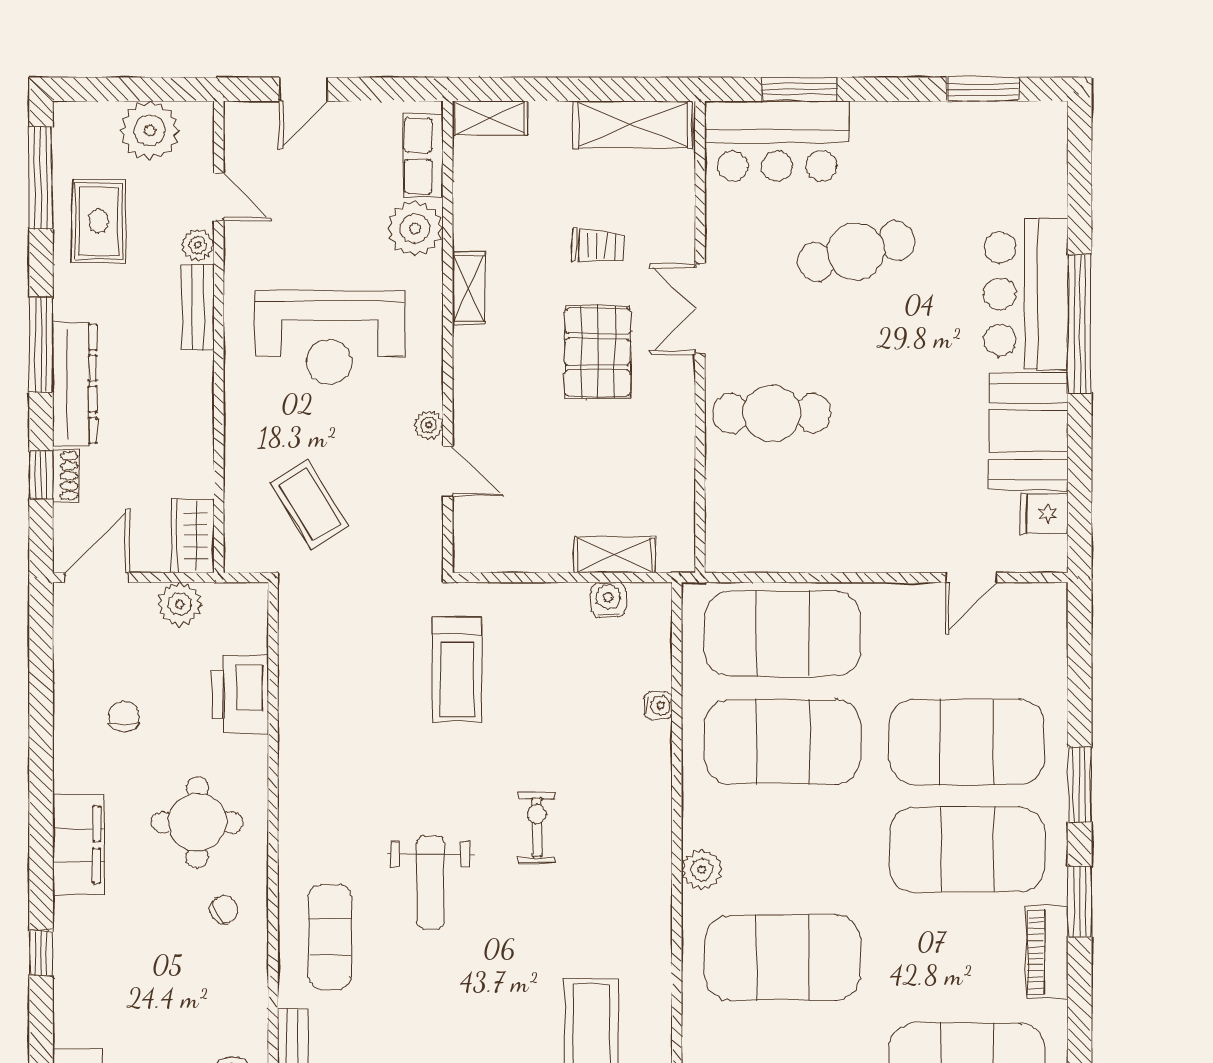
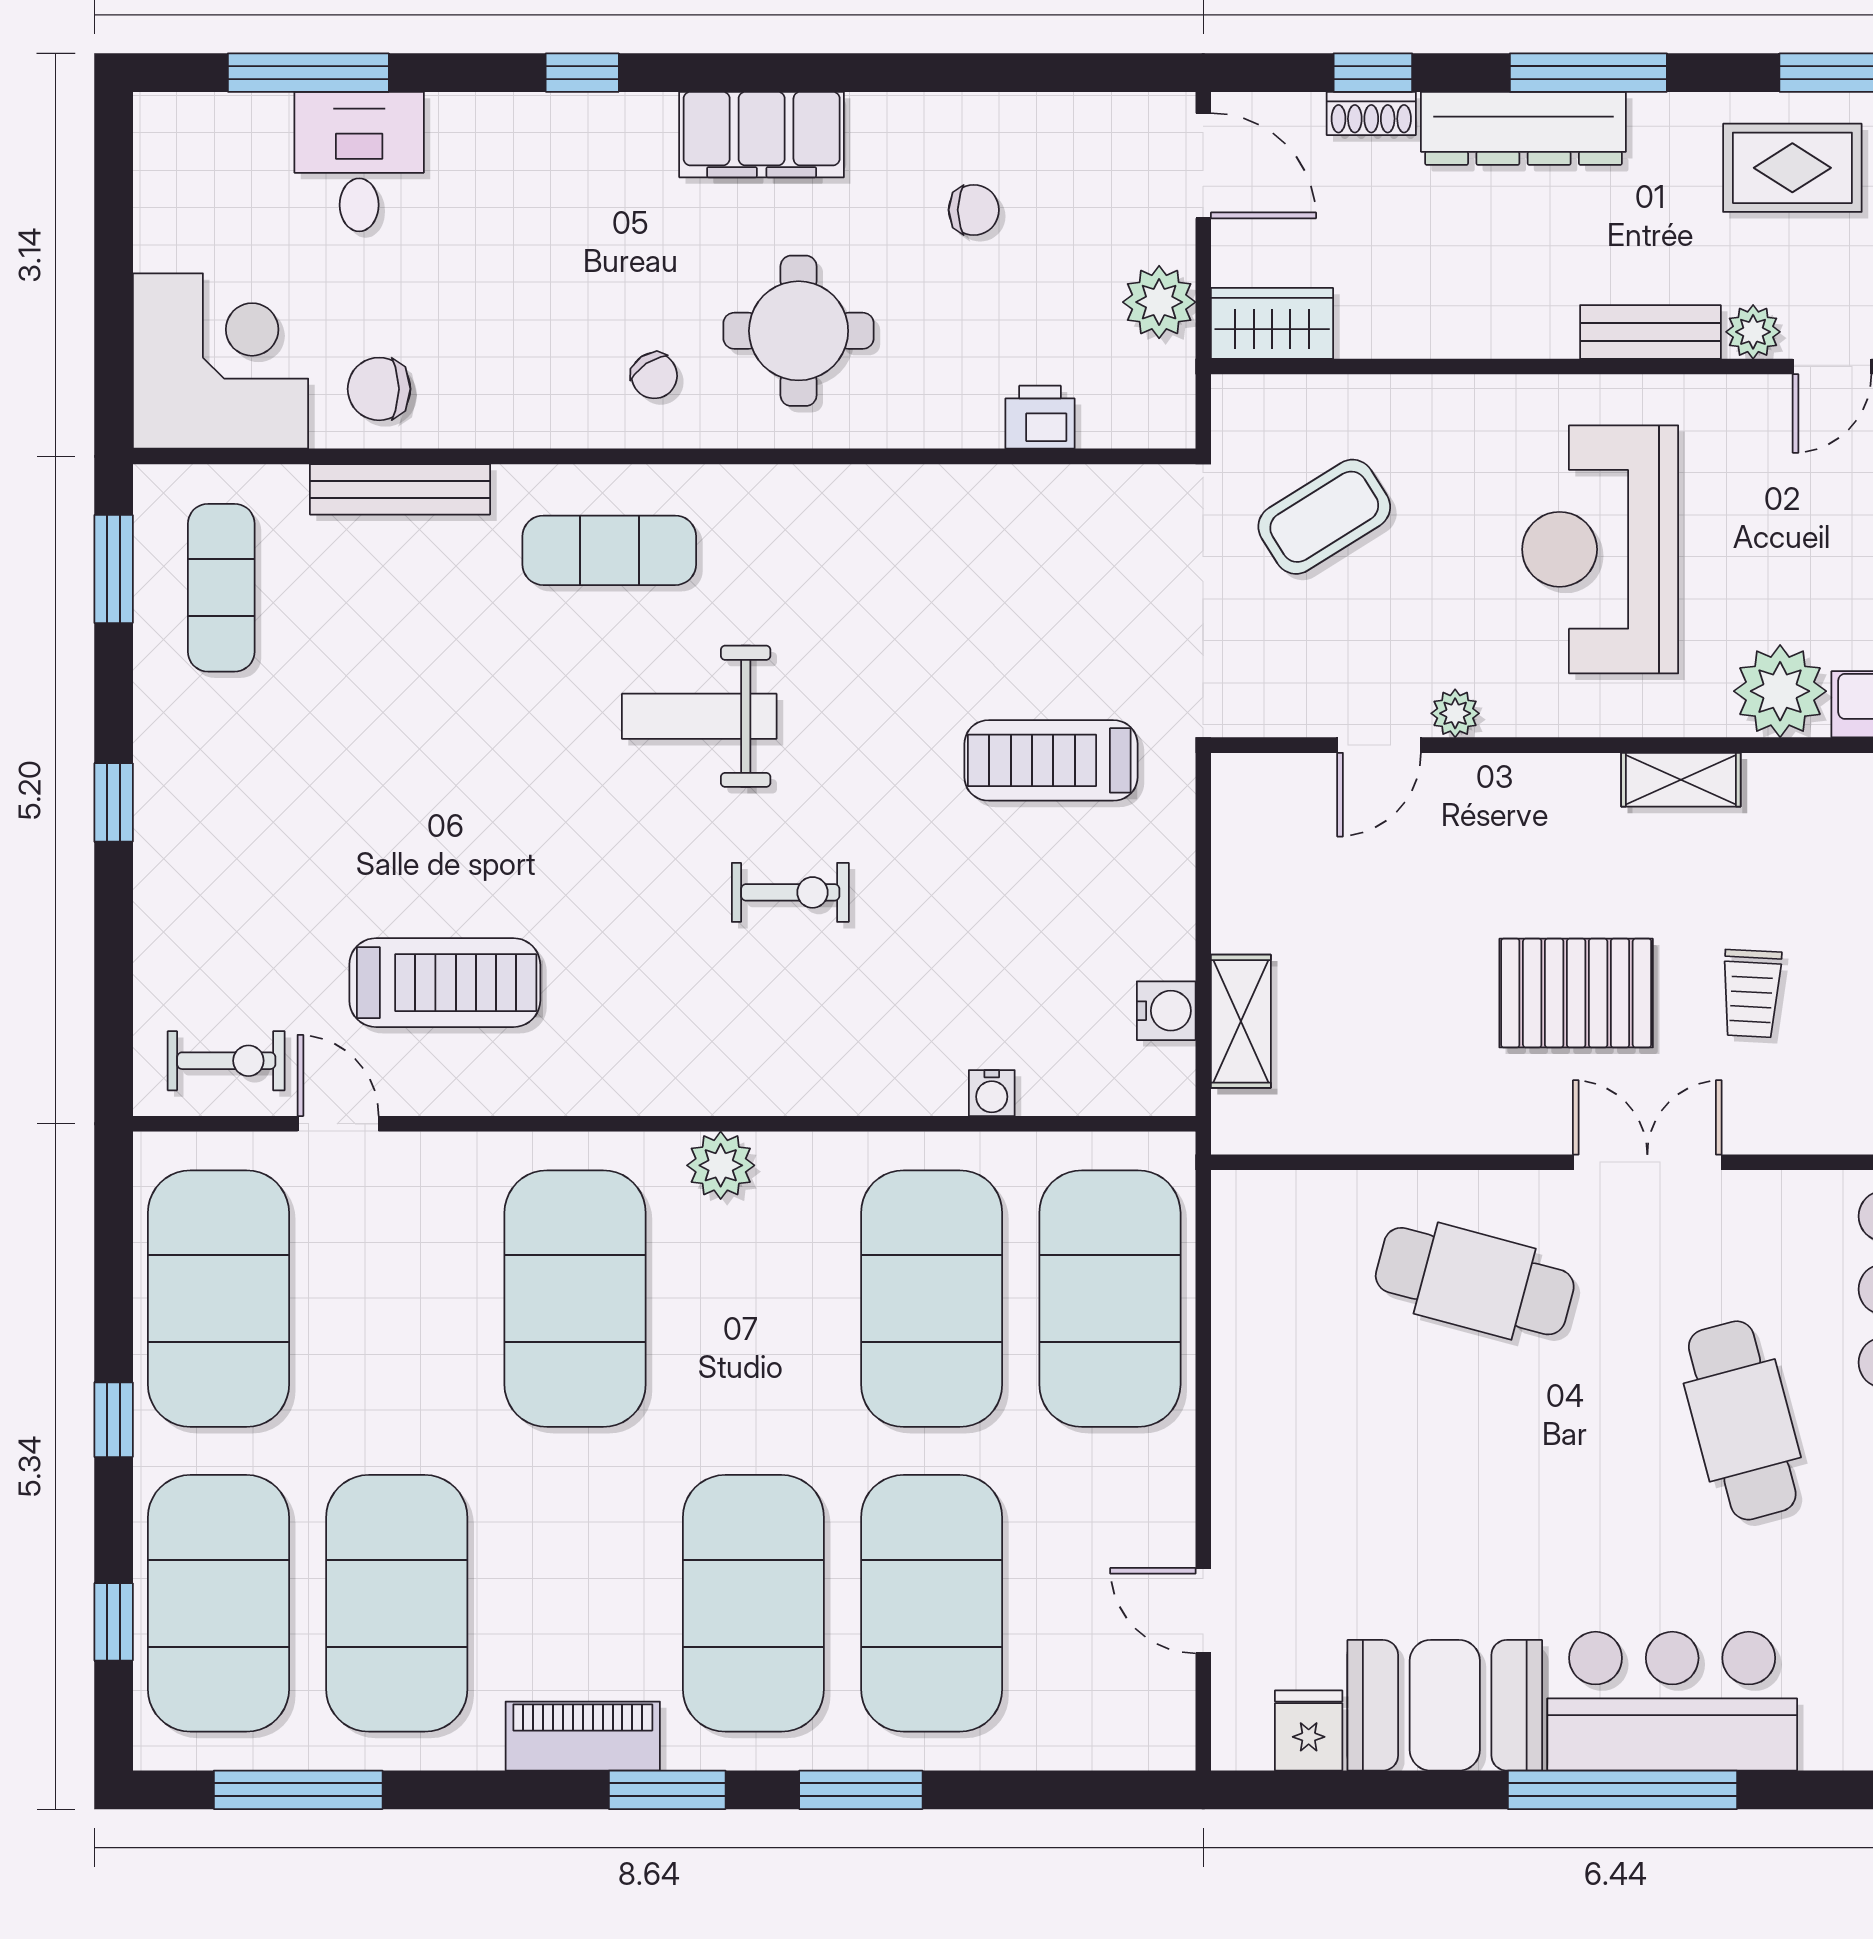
cafe table: (772, 413) -> (1475, 1281), turned -75
printer: (240, 695) -> (1040, 417), width x0.53, depth x0.68

